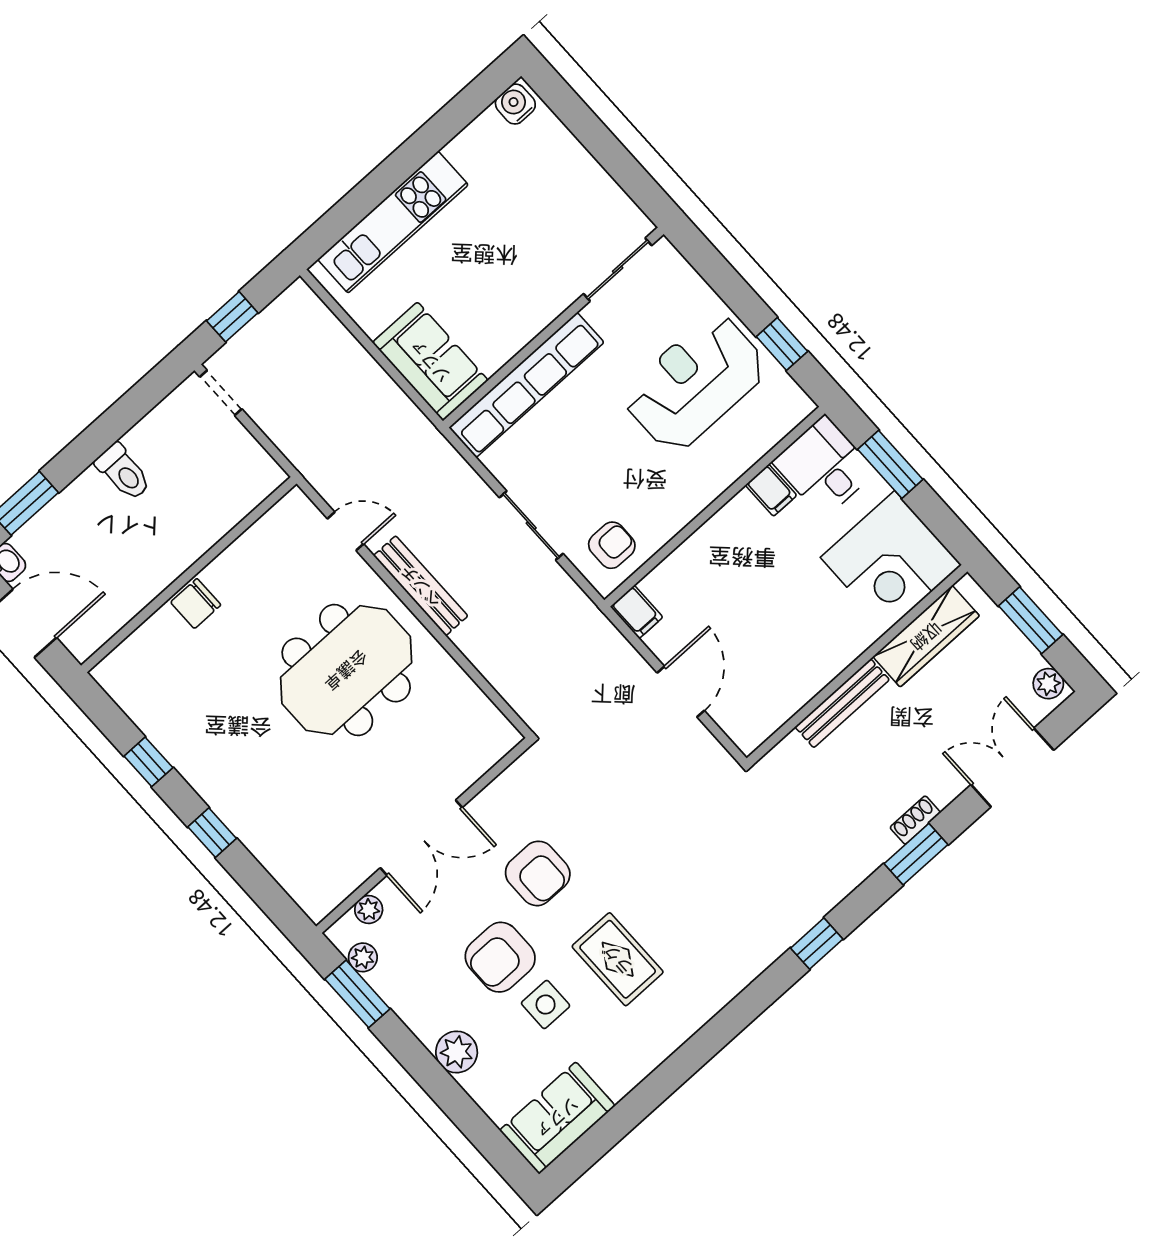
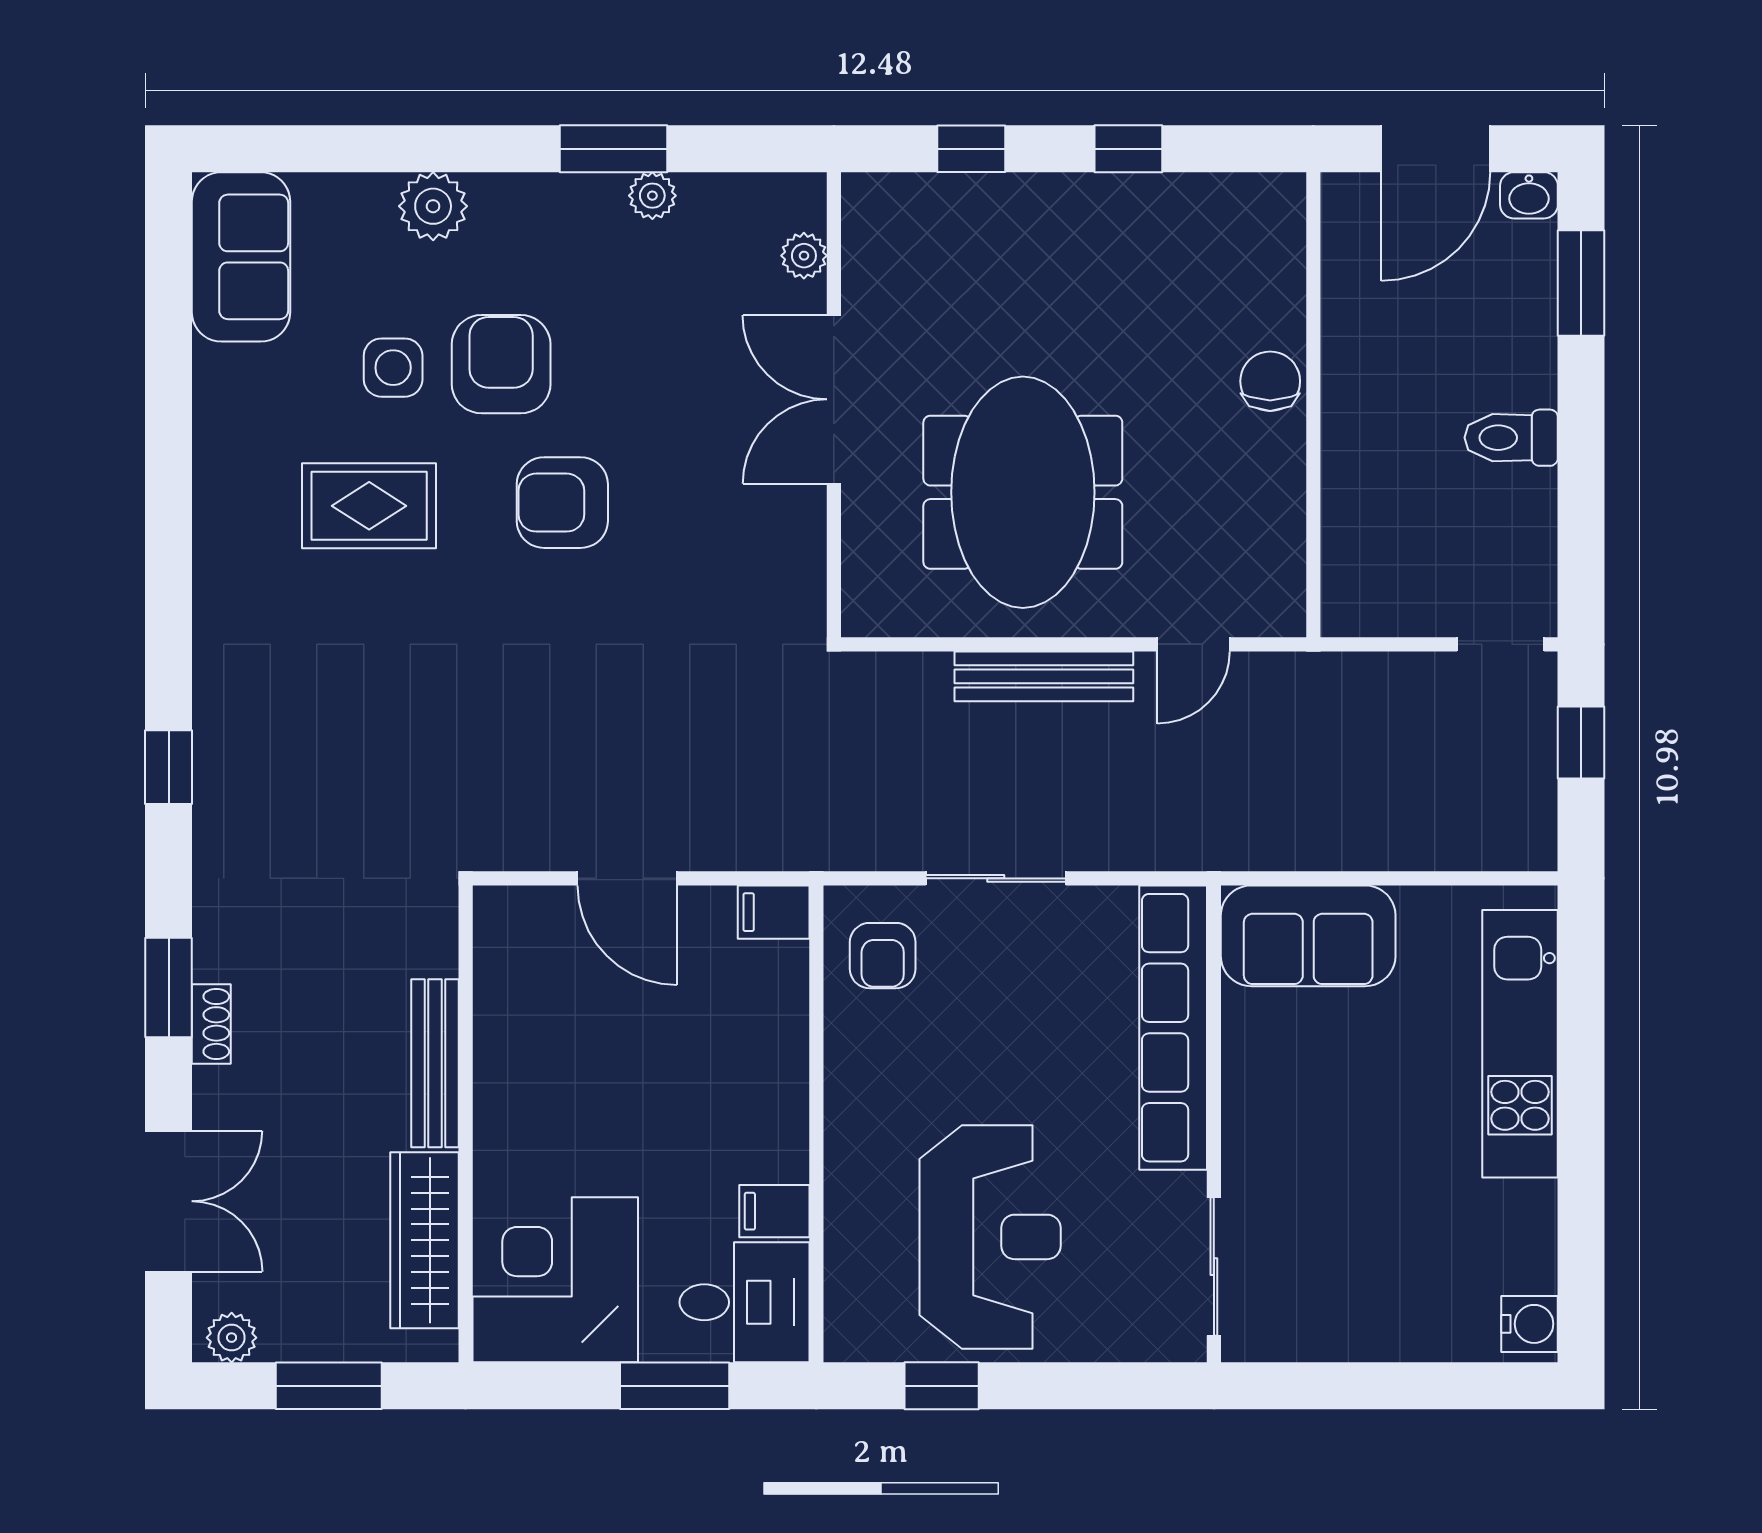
wall: (424, 836) -> (834, 405), moved
double door: (421, 838) -> (834, 399), moved
plant: (369, 910) -> (804, 256), moved

